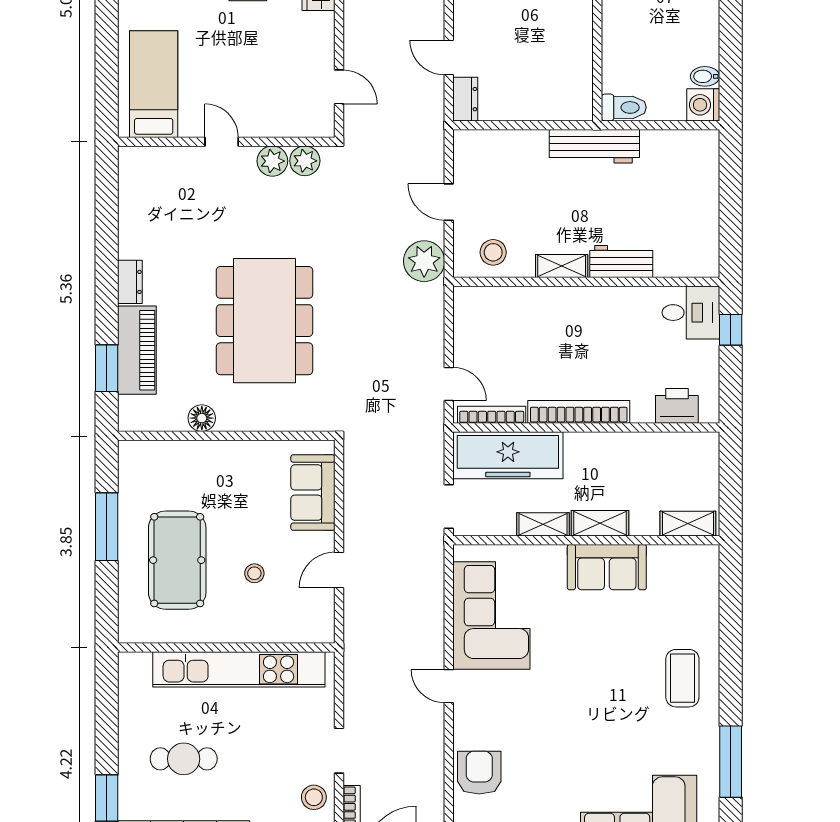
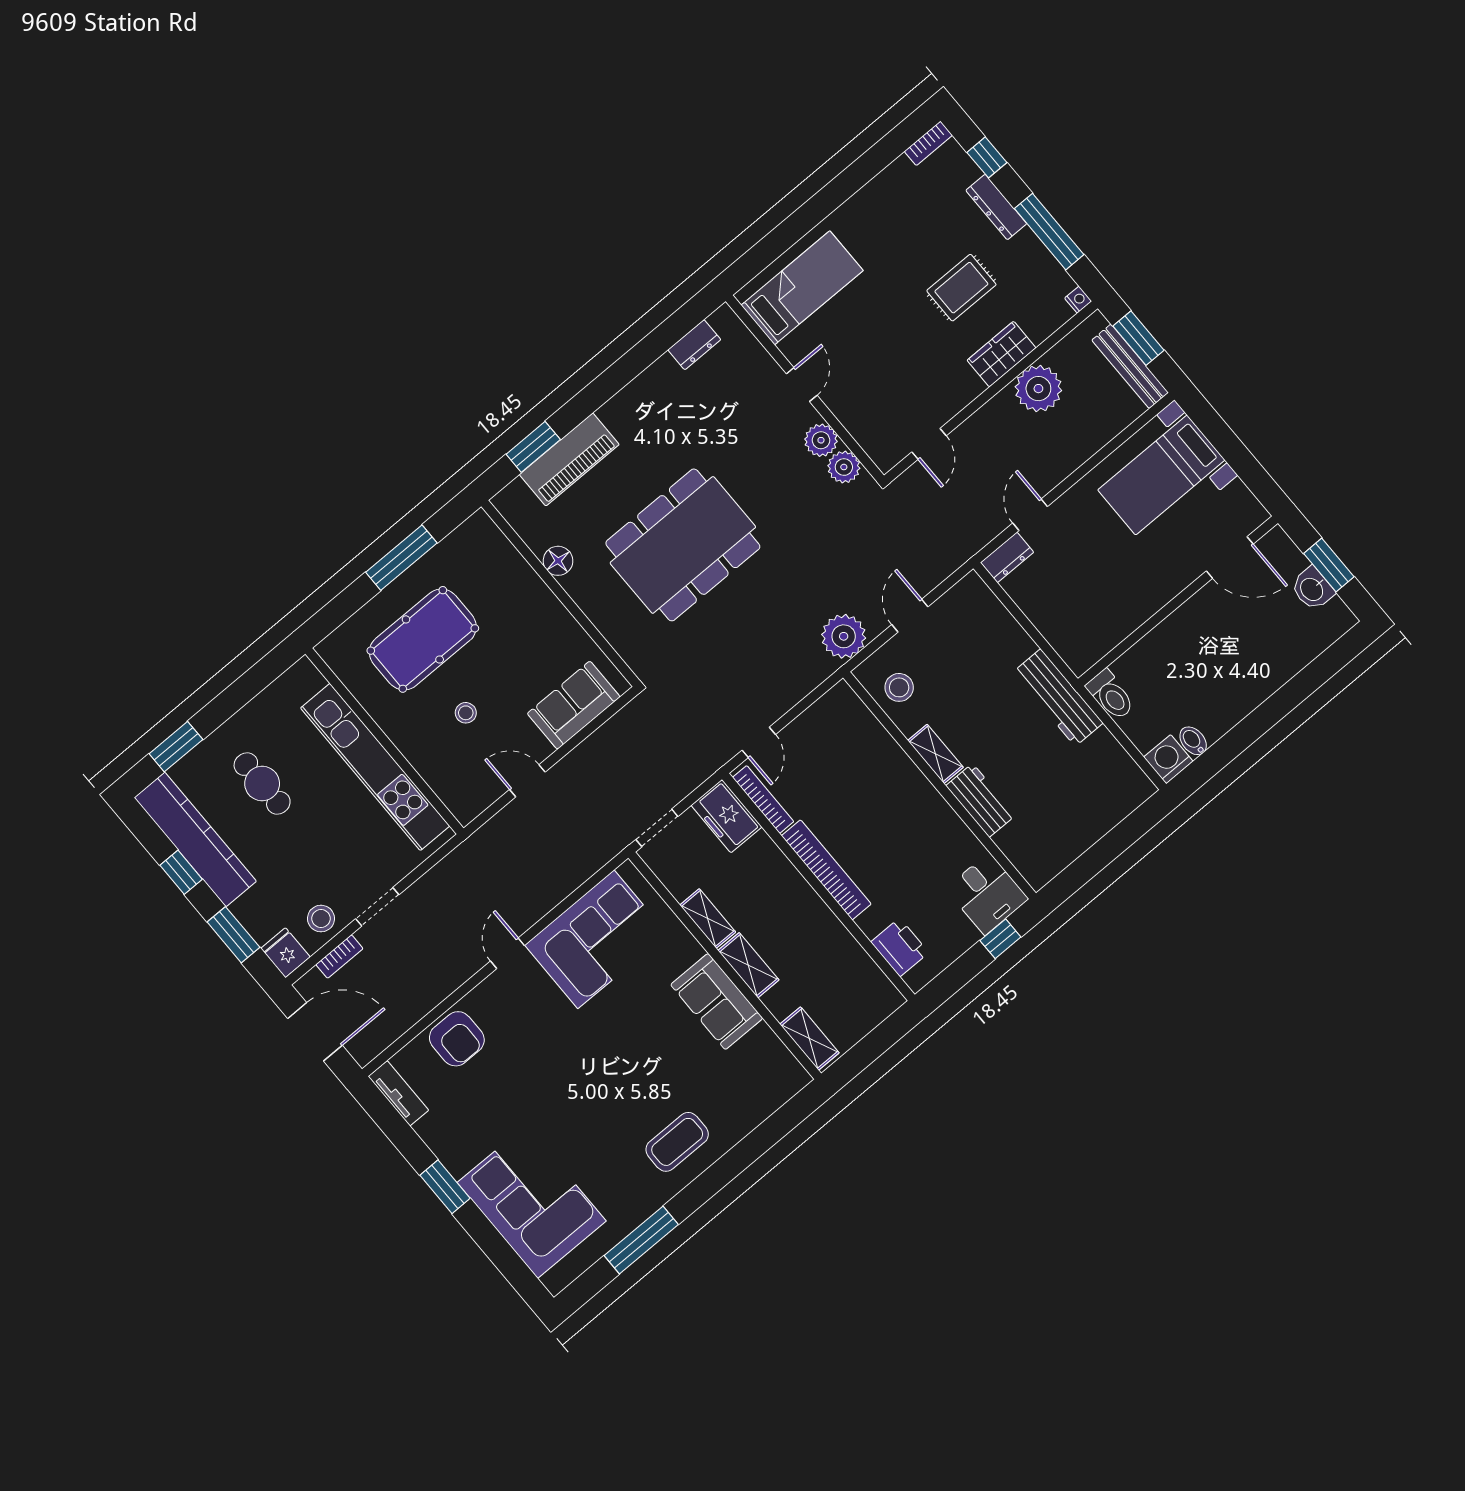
dresser: (130, 282) -> (694, 345), moved
freezer: (508, 455) -> (727, 816), width x0.52, depth x0.79
armchair: (479, 773) -> (457, 1039), turned 90

